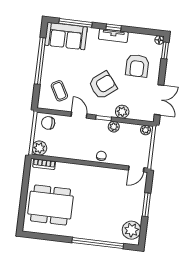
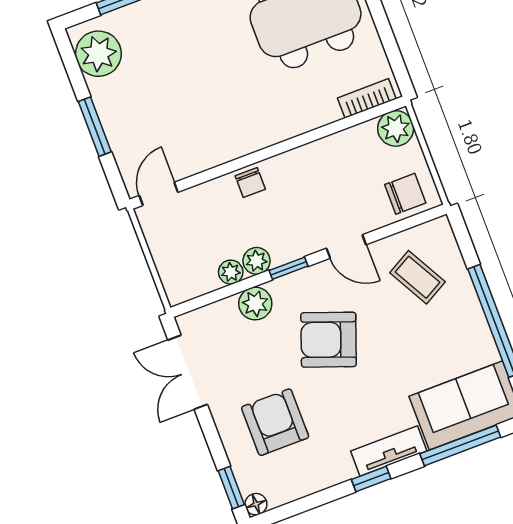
tv unit: (113, 36) -> (389, 451), moved
armchair: (103, 85) -> (329, 340), turned 58
plant: (146, 130) -> (231, 272), moved

